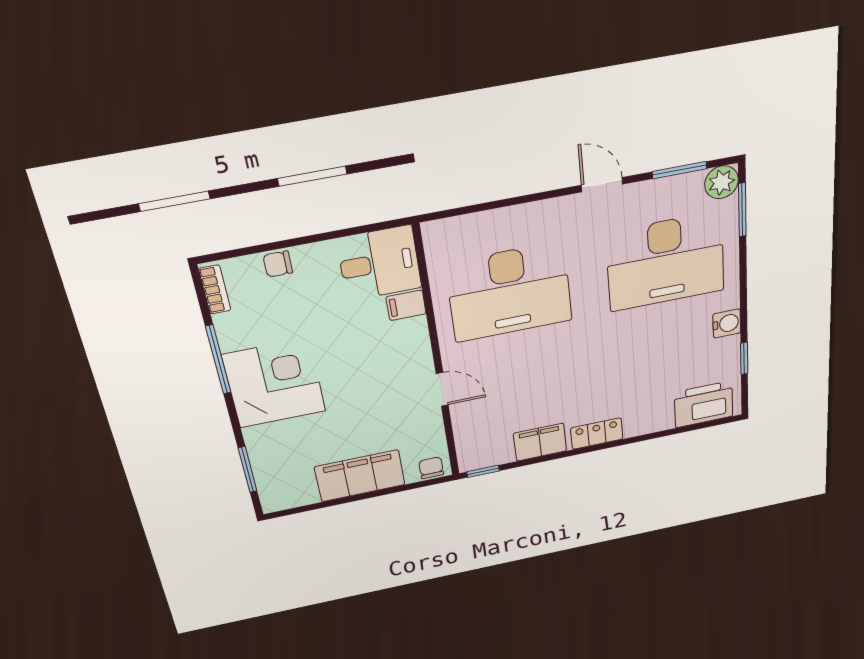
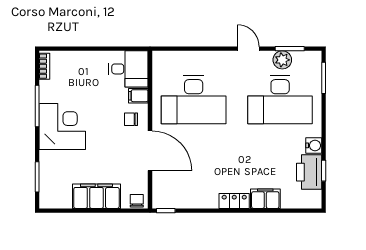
plant: (722, 182) -> (282, 60), moved
chair: (278, 264) -> (131, 119), moved
door: (442, 389) -> (150, 151), width x1.88
printer: (704, 404) -> (309, 172), moved, turned -90
filing cabinet: (540, 442) -> (265, 199), moved

